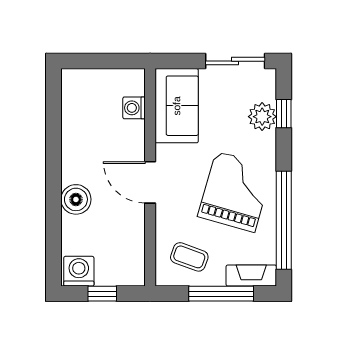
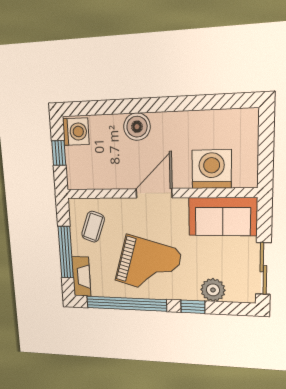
washing machine: (134, 108) -> (212, 169), width x1.89, depth x1.89
window: (284, 114) -> (193, 307), moved

